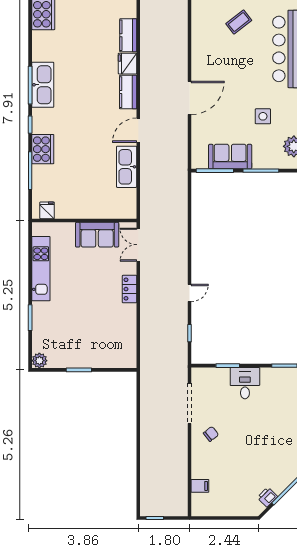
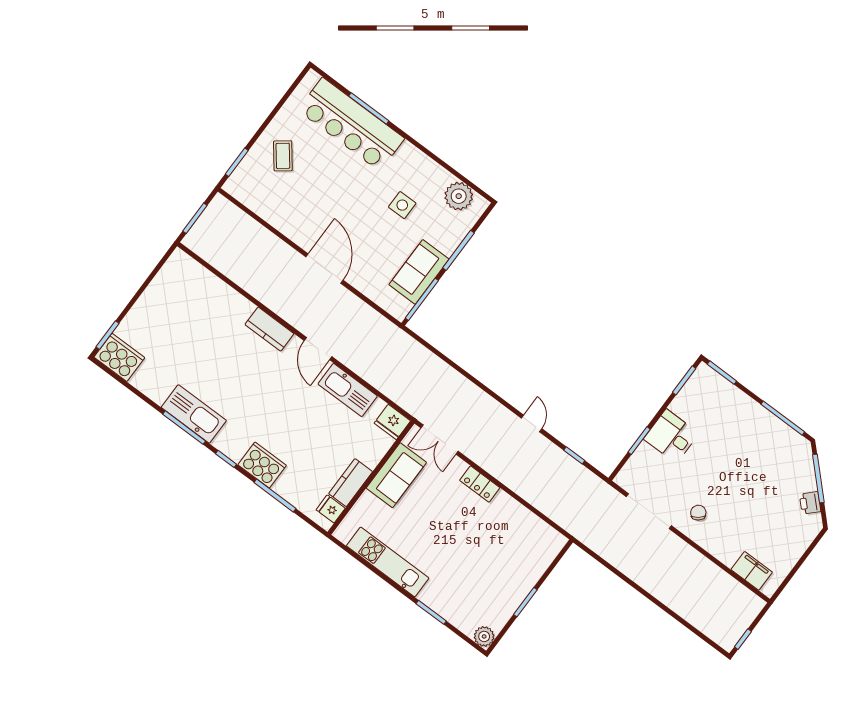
kitchen counter: (128, 35) -> (351, 483), moved, turned 90
fridge: (127, 64) -> (392, 422), moved
filing cabinet: (200, 486) -> (752, 571), width x2.00

